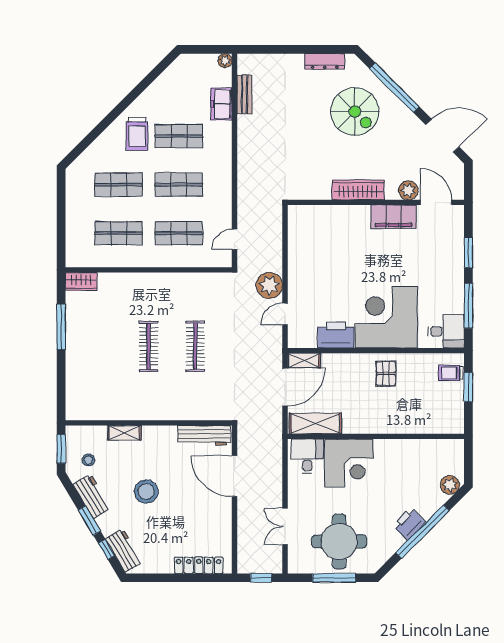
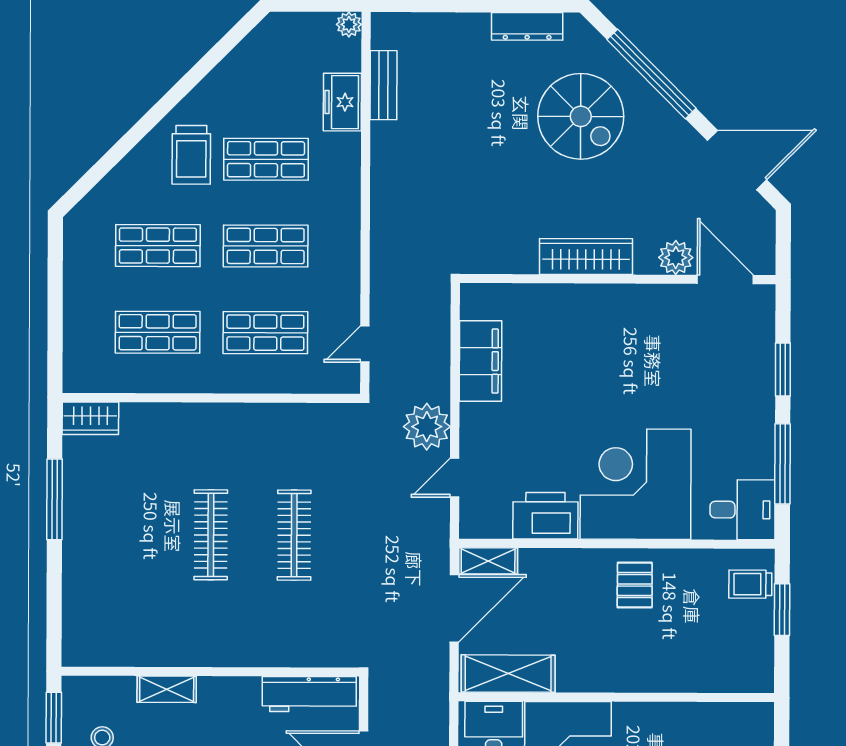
filing cabinet: (394, 217) -> (481, 361), moved, turned -90

